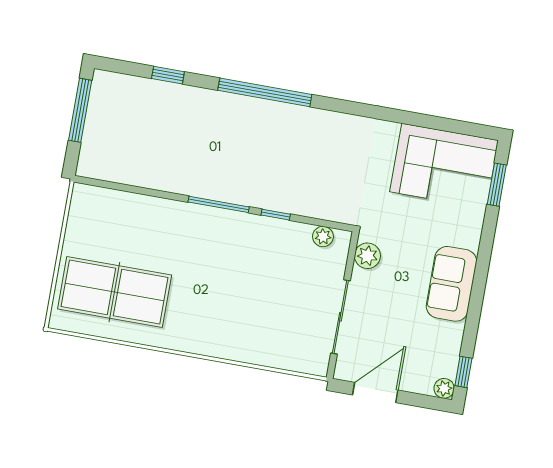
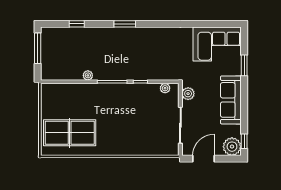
window: (265, 92) -> (125, 24), width x0.47
plant: (172, 183) -> (88, 75), added
window: (497, 185) -> (244, 65), moved
sofa: (451, 284) -> (231, 100), width x1.36
plant: (444, 388) -> (232, 147), width x1.88, depth x1.88

